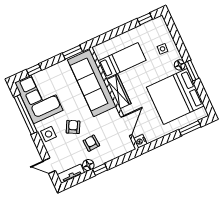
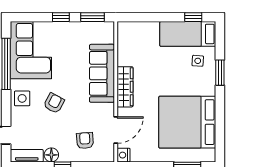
bed: (122, 61) -> (188, 34), moved, turned 180
floor lamp: (180, 65) -> (209, 88), removed
window: (34, 70) -> (61, 17), moved
window: (192, 71) -> (220, 73), moved
sofa: (92, 83) -> (102, 73), width x0.74, depth x0.79
armchair: (91, 143) -> (85, 141), moved

